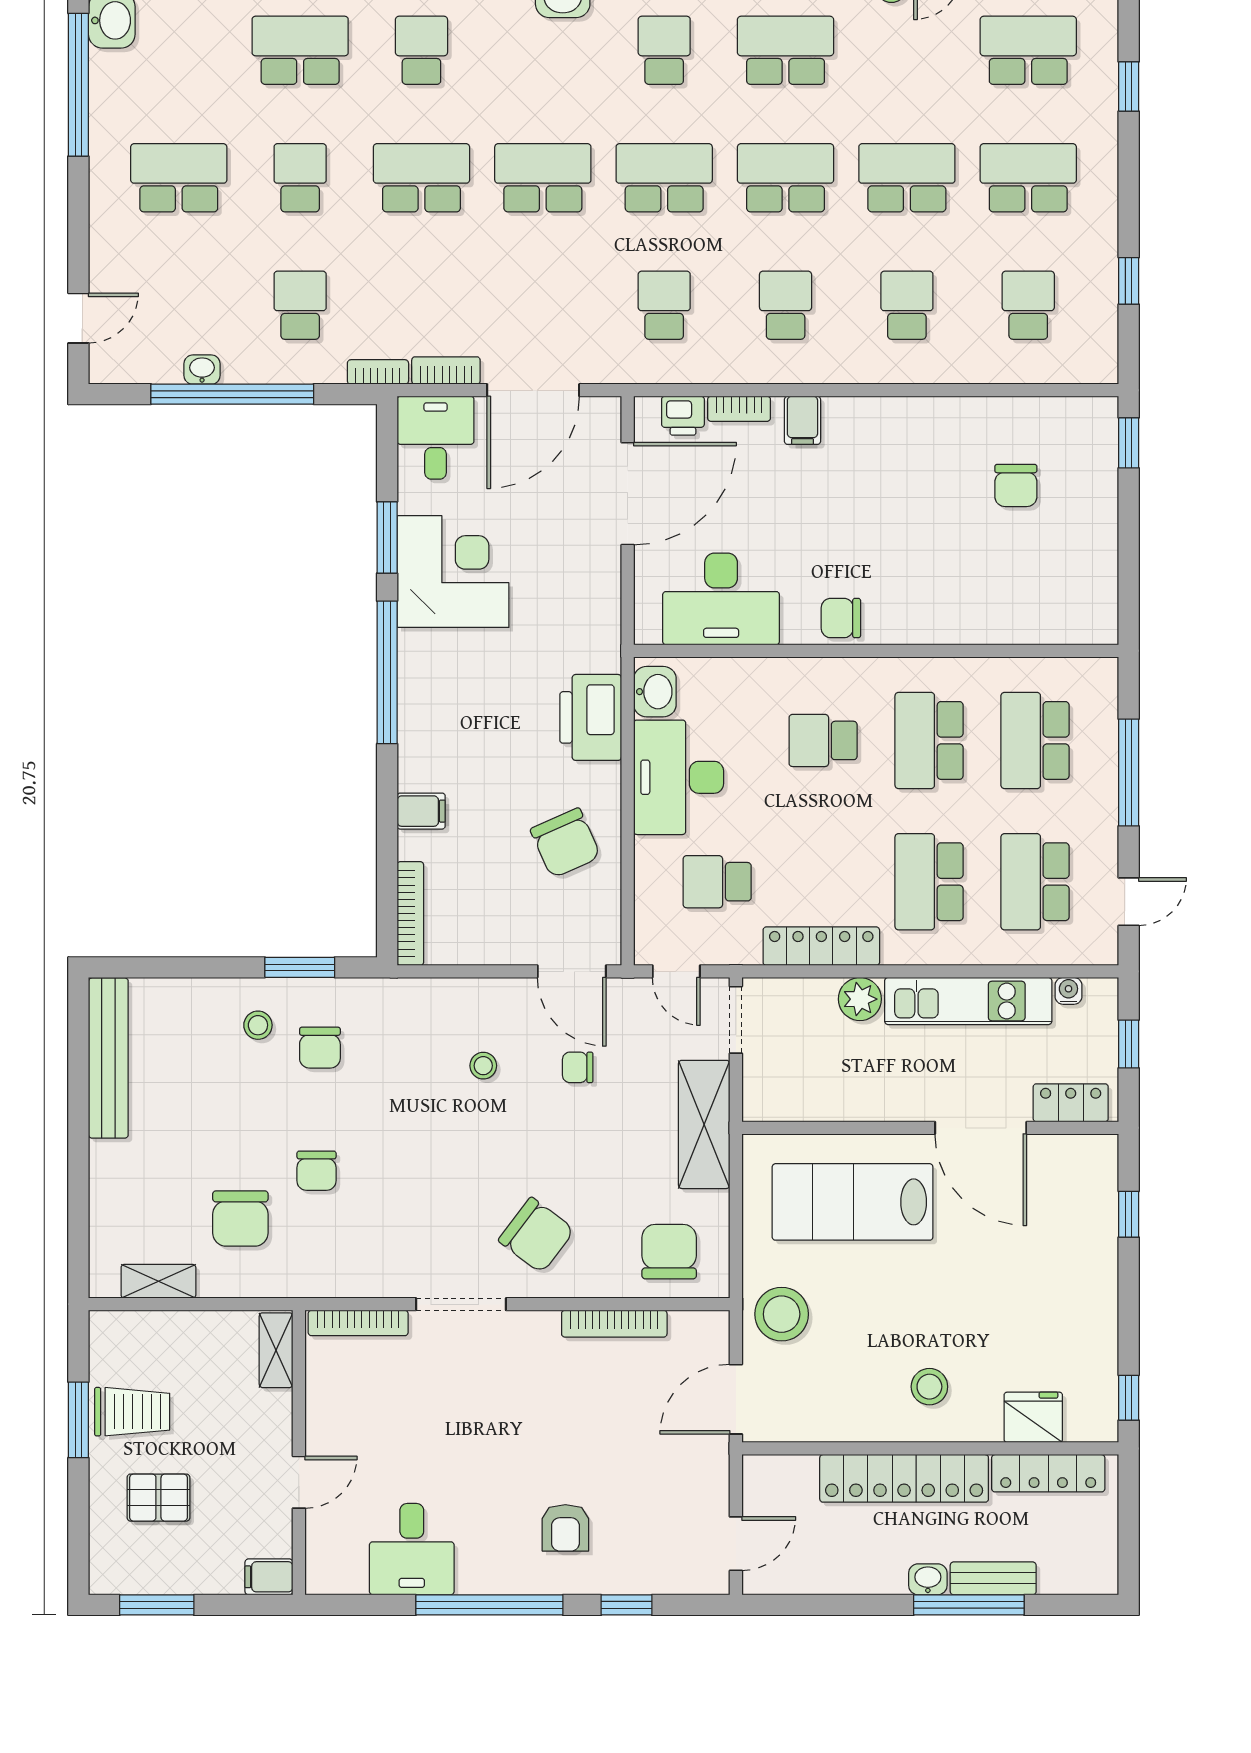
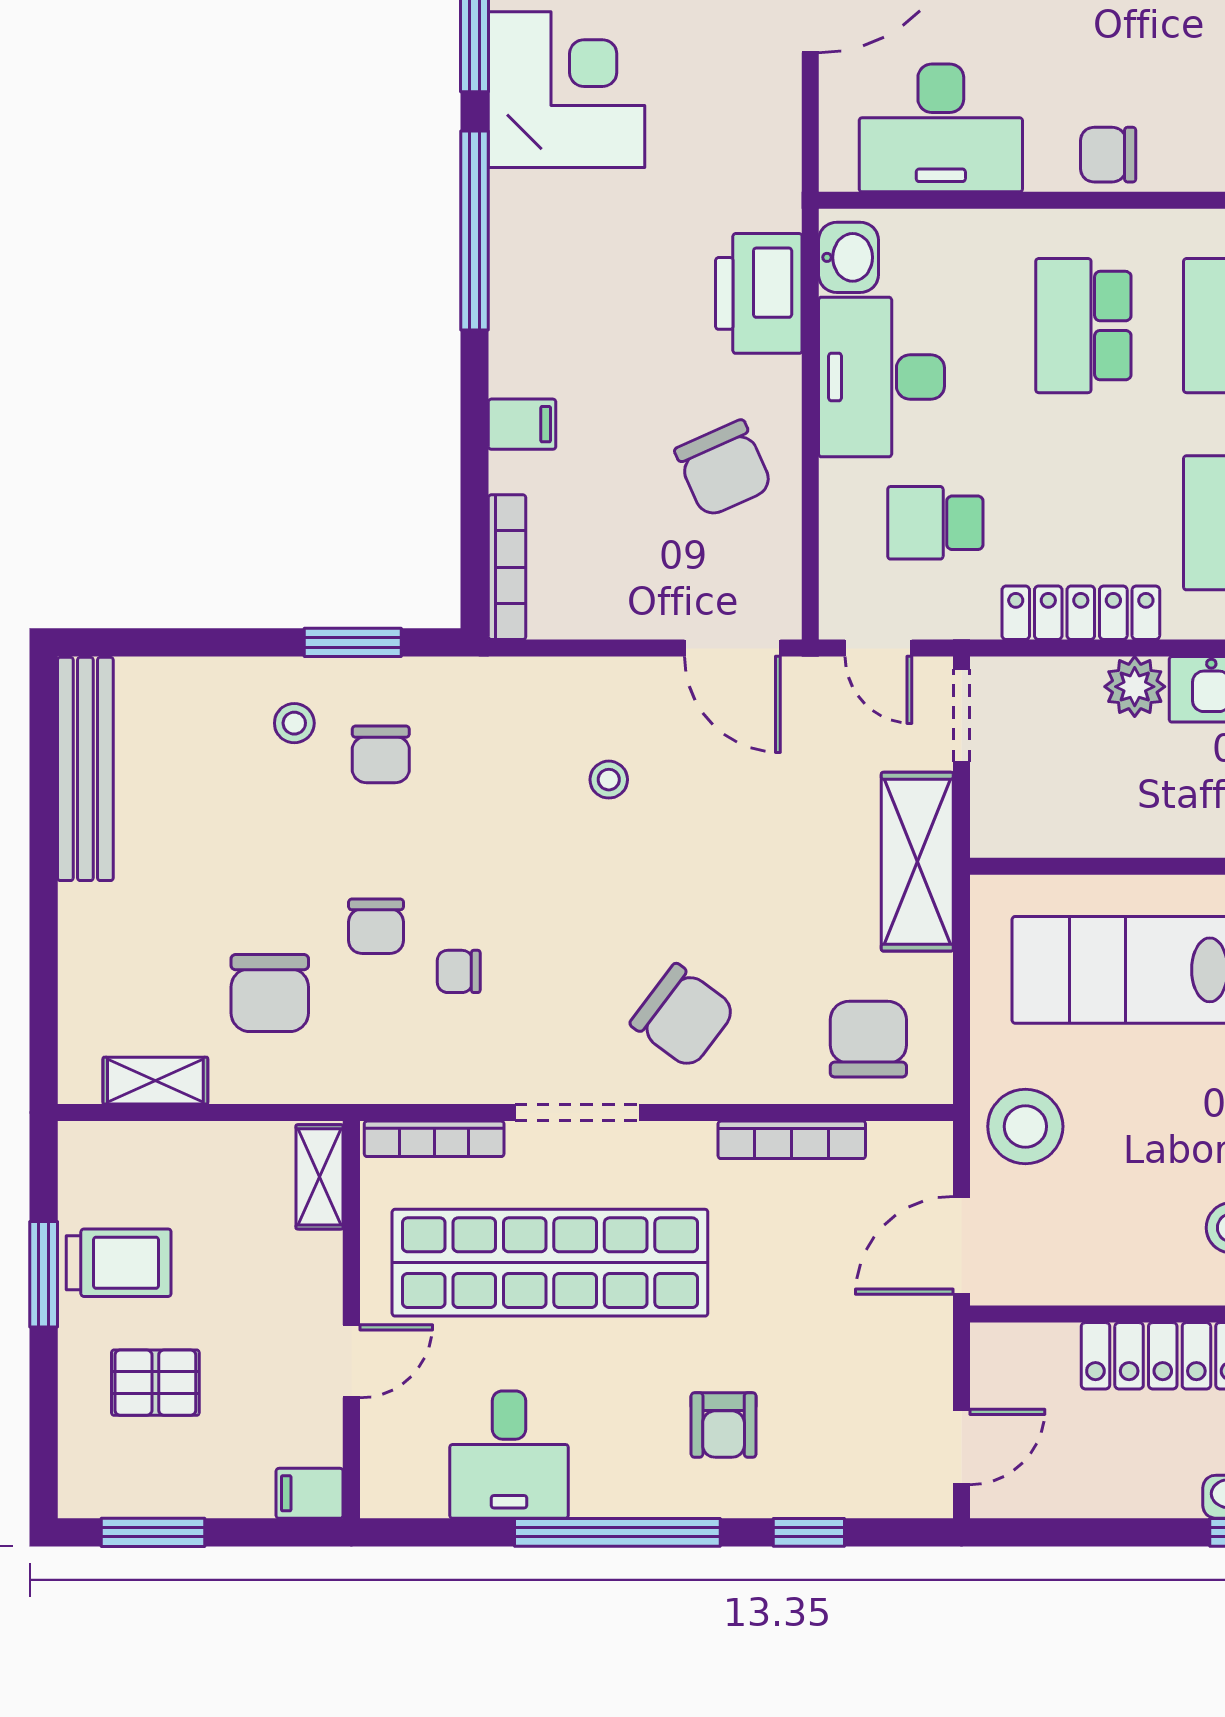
school desk: (823, 740) -> (1083, 326), width x1.85
chair: (578, 1067) -> (459, 971), moved
shop shelf: (441, 1412) -> (550, 1263), added

